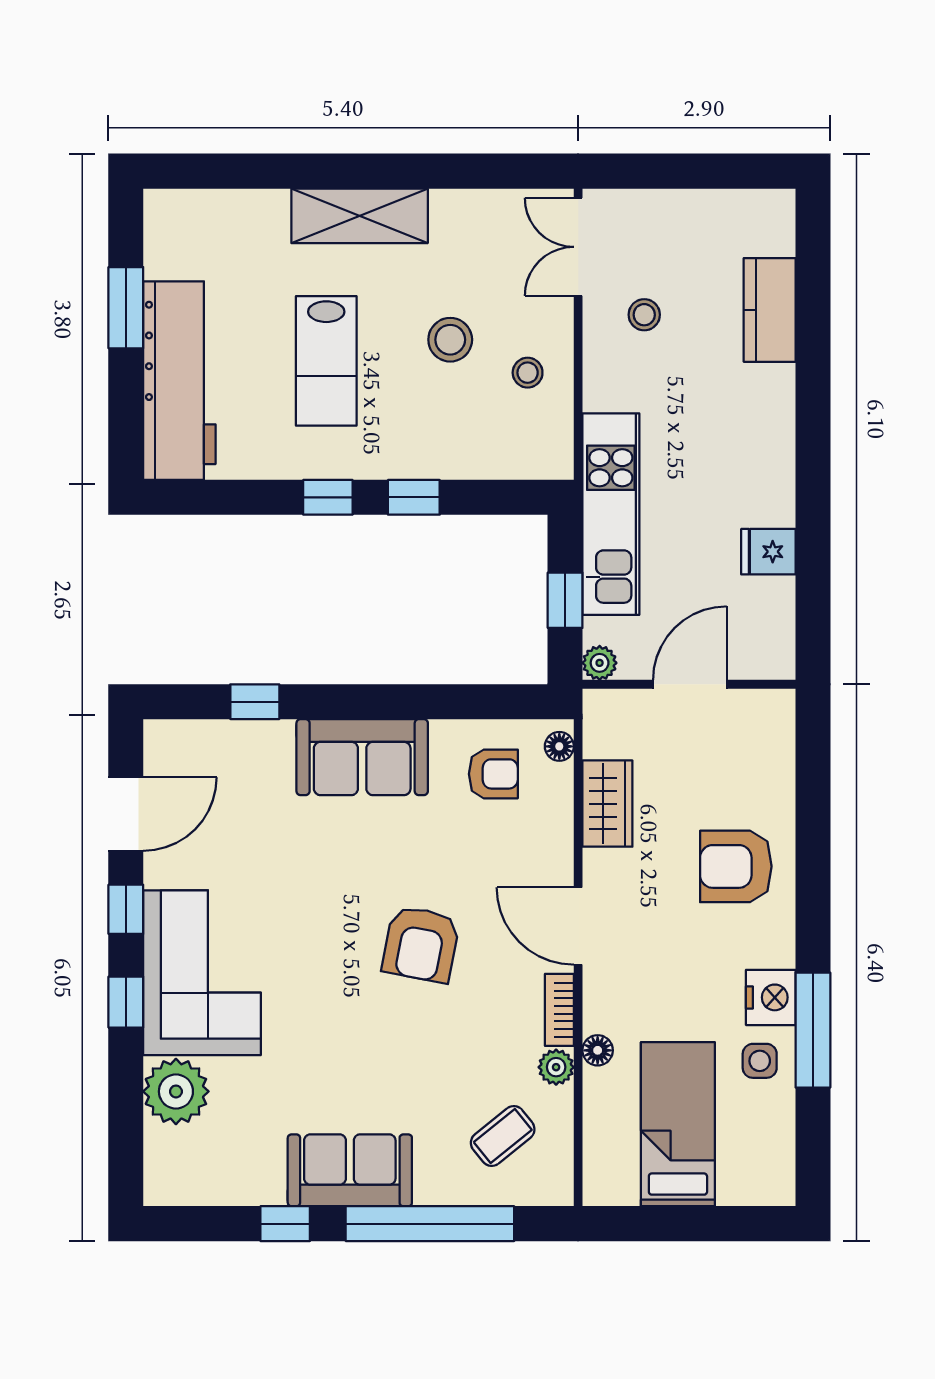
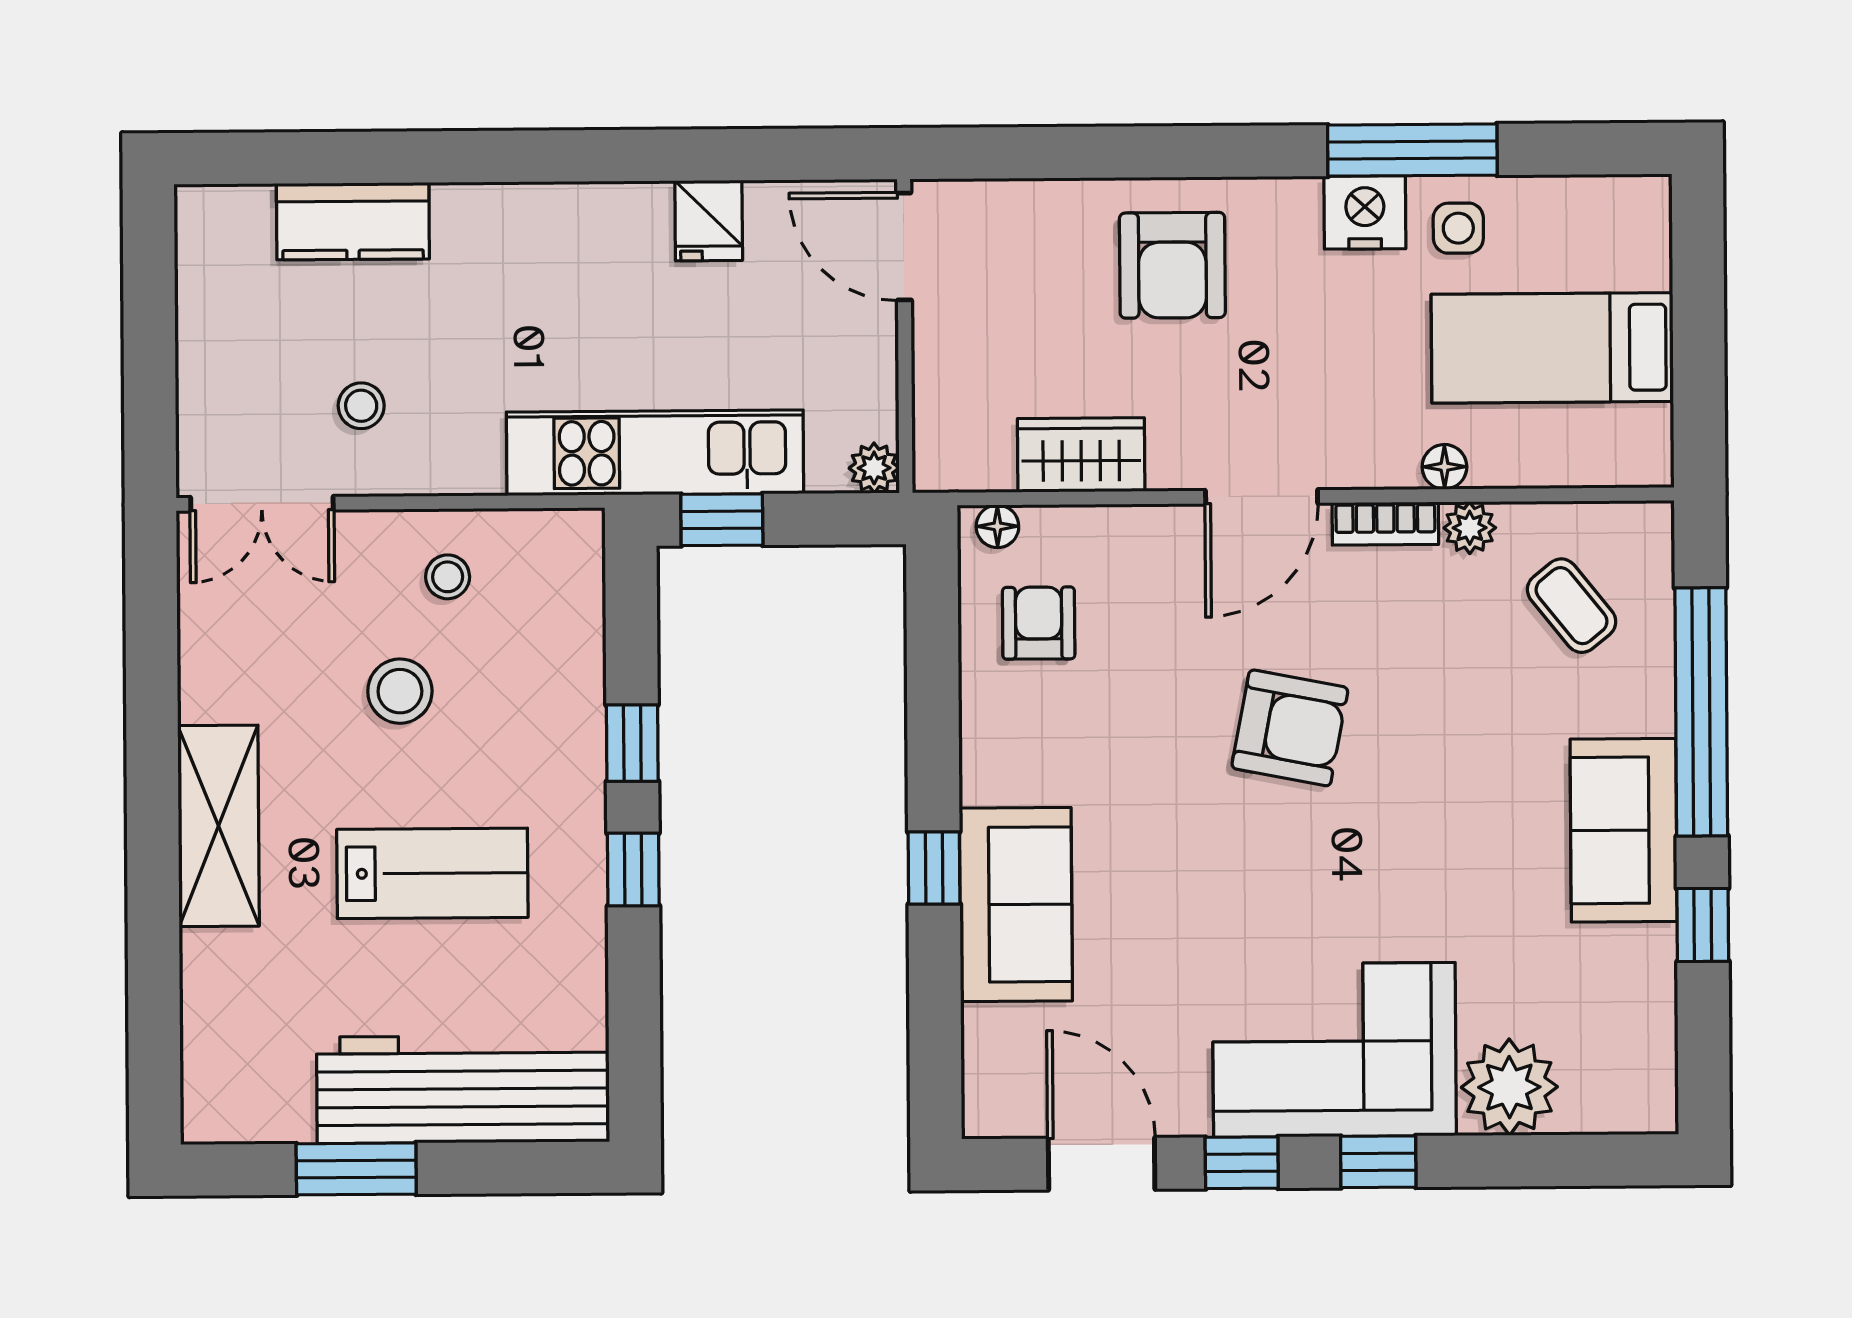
window: (565, 600) -> (722, 520), moved
door: (690, 684) -> (904, 246), moved
window: (255, 702) -> (934, 868), moved
sofa: (362, 757) -> (1016, 905), moved

